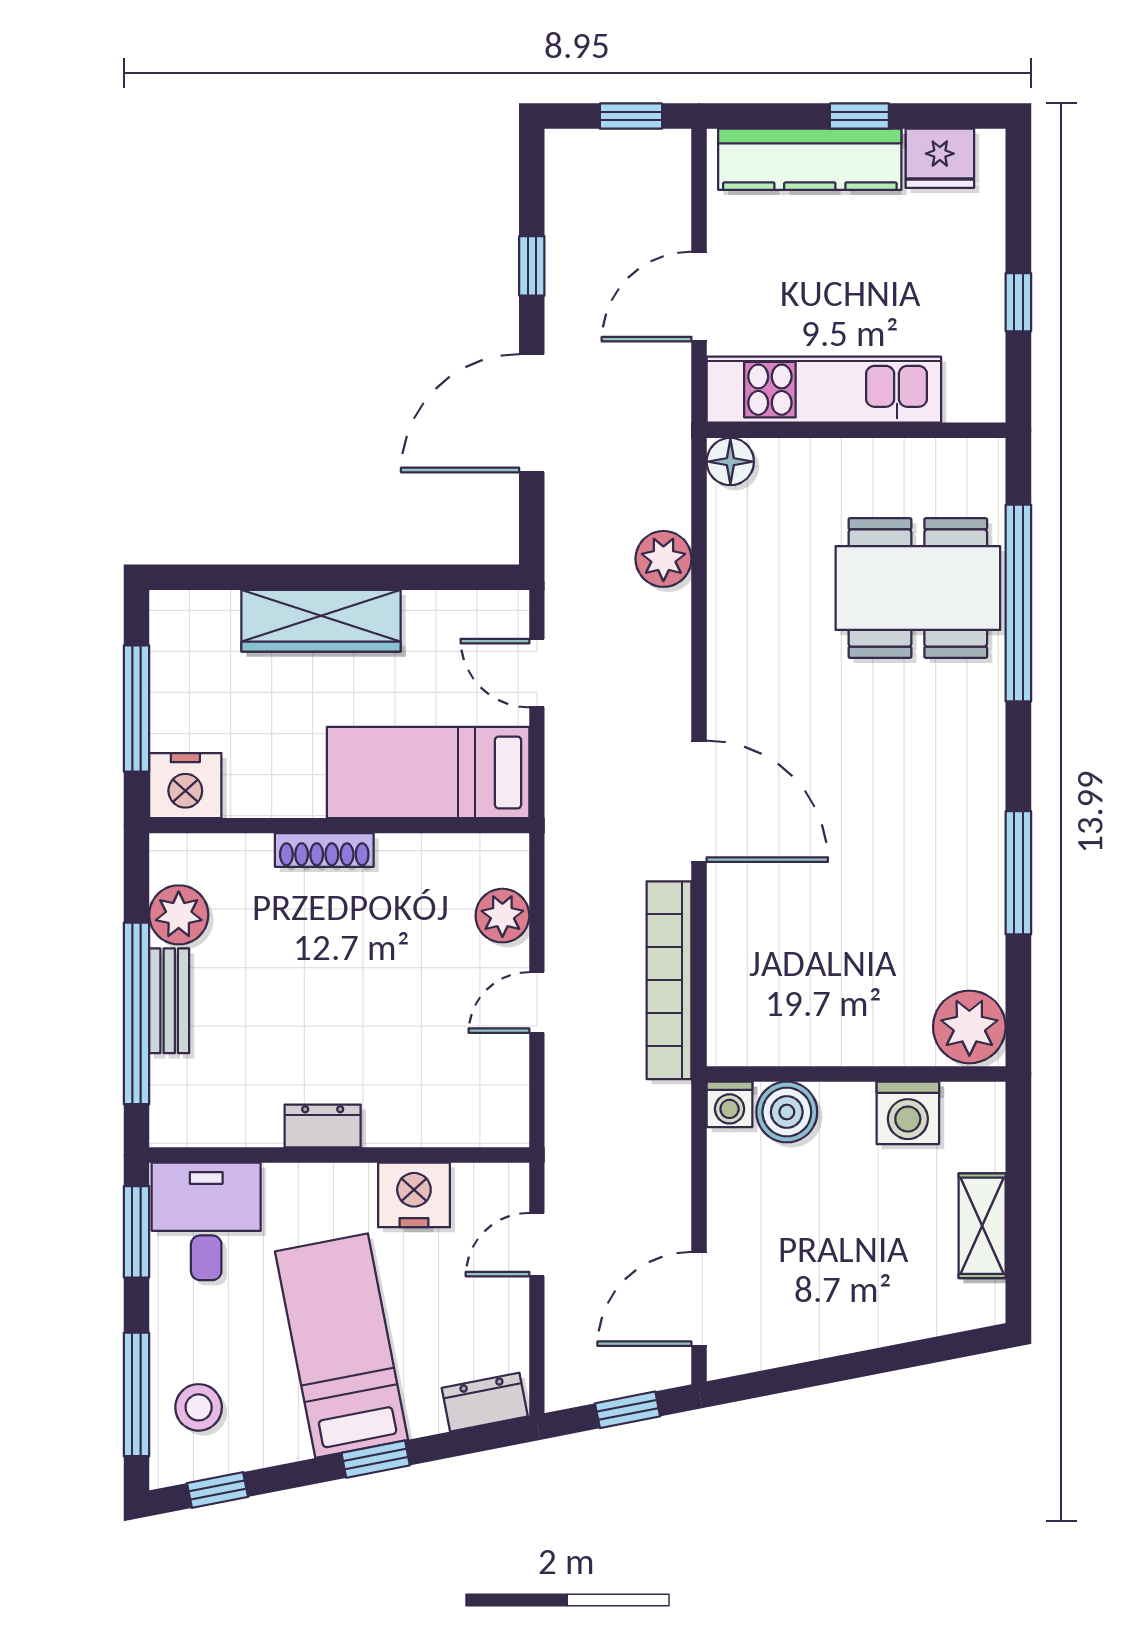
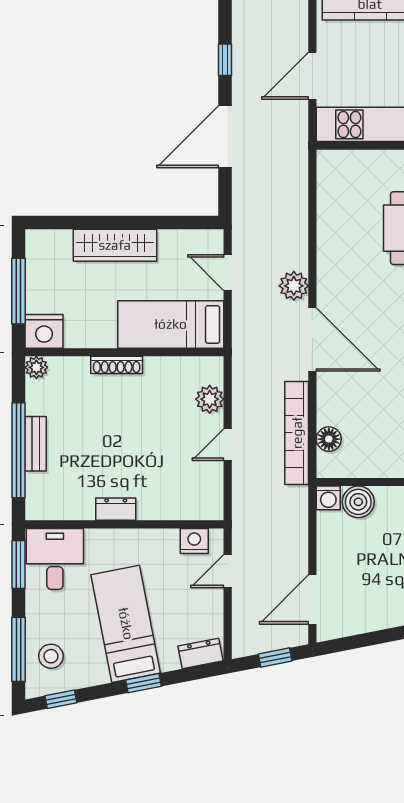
floor lamp: (730, 462) -> (329, 439), moved
plant: (663, 559) -> (294, 286), moved
plant: (179, 915) -> (36, 367), moved, width x0.73, depth x0.73
nightstand: (414, 1195) -> (194, 541), moved, width x0.74, depth x0.75

